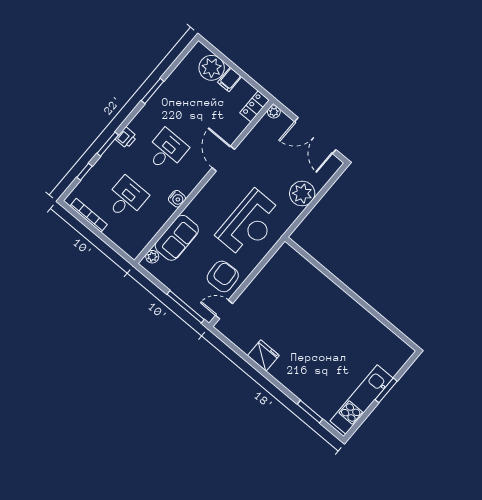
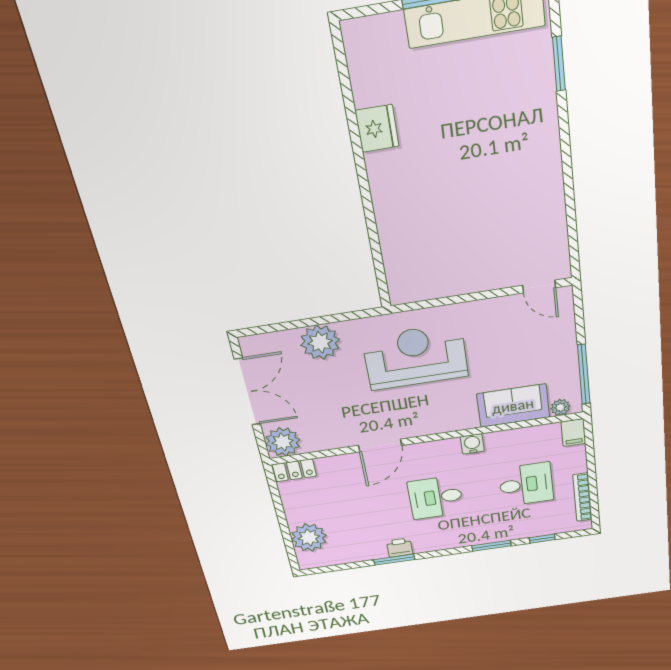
filing cabinet: (230, 80) -> (573, 433), moved, turned 90
plant: (274, 112) -> (283, 442), width x1.88, depth x1.88
printer: (126, 138) -> (400, 548), moved
desk: (126, 198) -> (526, 484), turned 180
armchair: (223, 276) -> (503, 325), removed
window: (186, 307) -> (584, 374), moved
fridge: (263, 355) -> (377, 128), moved, turned 180

